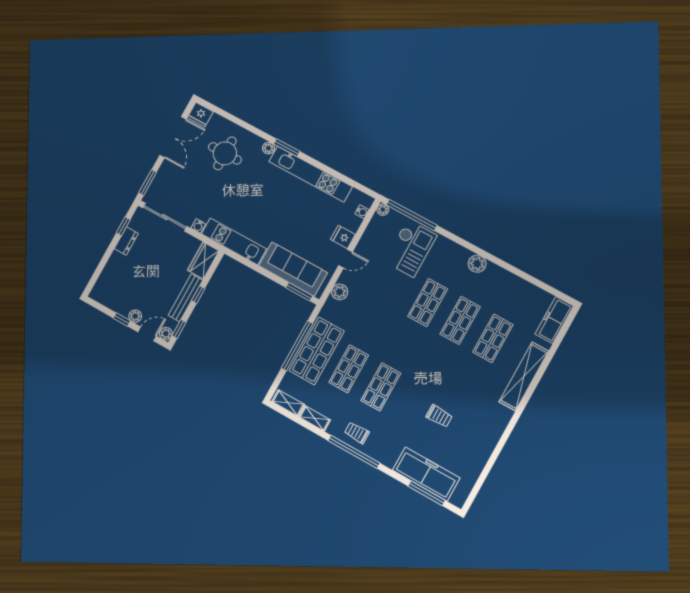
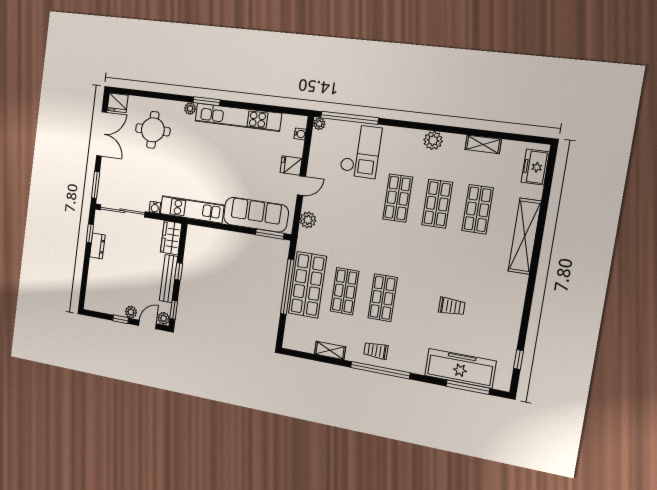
freezer: (554, 320) -> (535, 167), width x0.71
shelving: (288, 403) -> (483, 144), moved
window: (479, 483) -> (519, 360), added

